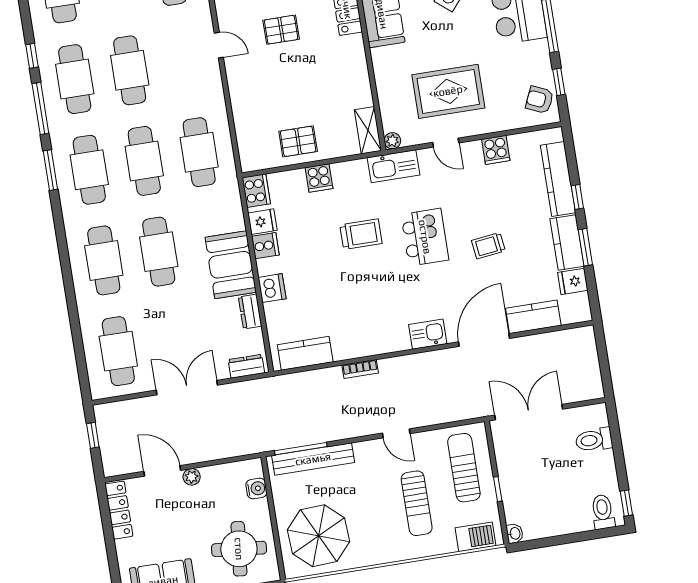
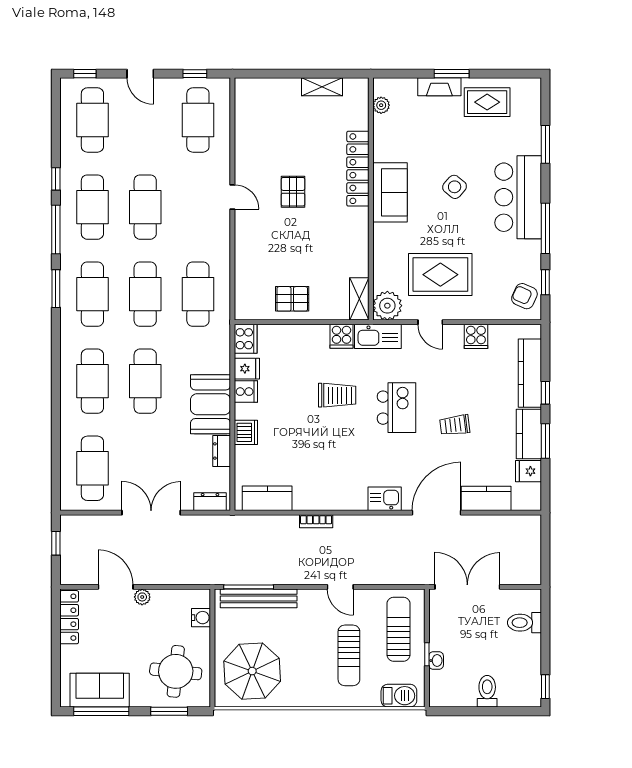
pallet: (281, 30) -> (293, 192), turned 90
plant: (392, 141) -> (387, 306), width x1.88, depth x1.88
cooker: (319, 178) -> (342, 336), moved
toilet: (603, 512) -> (487, 691), moved
washbasin: (515, 533) -> (436, 661), moved

